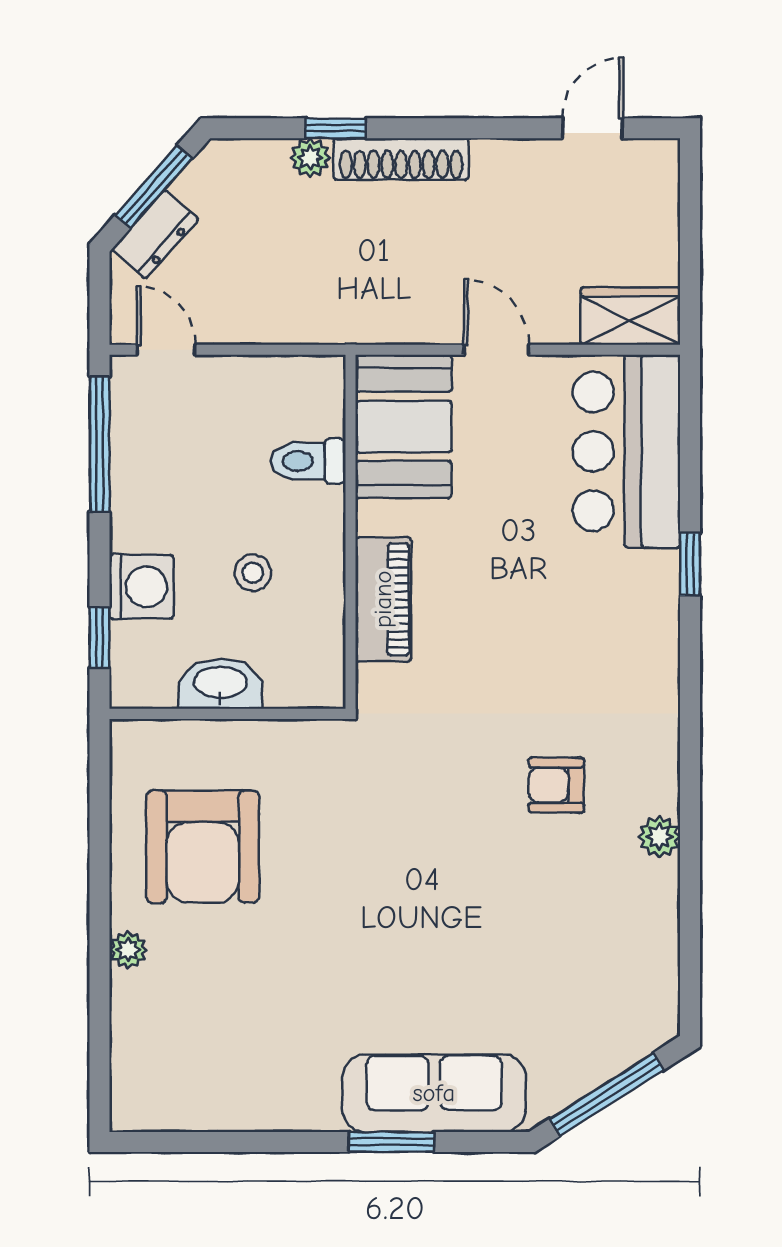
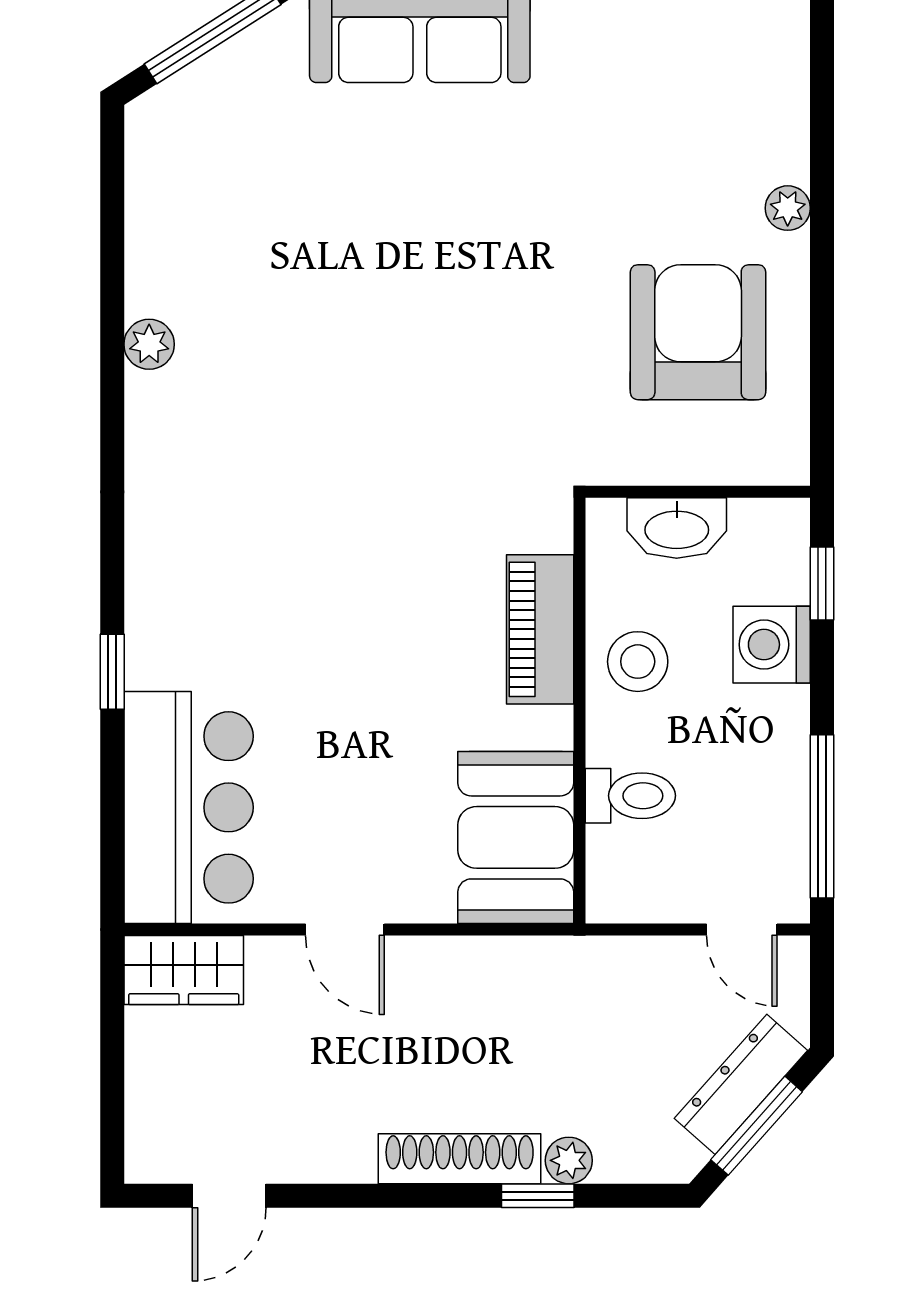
dresser: (155, 234) -> (741, 1084), width x1.44
booth: (403, 426) -> (516, 837), moved
toilet: (308, 461) -> (630, 796), moved
wall: (350, 532) -> (579, 711), moved
stool: (253, 573) -> (638, 662), width x1.37, depth x1.37
piano: (383, 599) -> (540, 629), moved
armchair: (556, 785) -> (273, 406), removed

